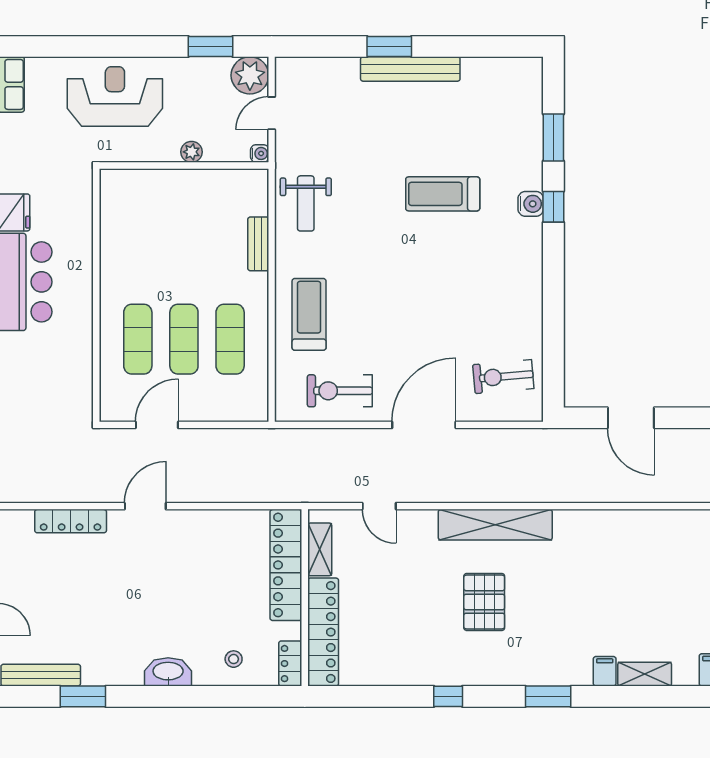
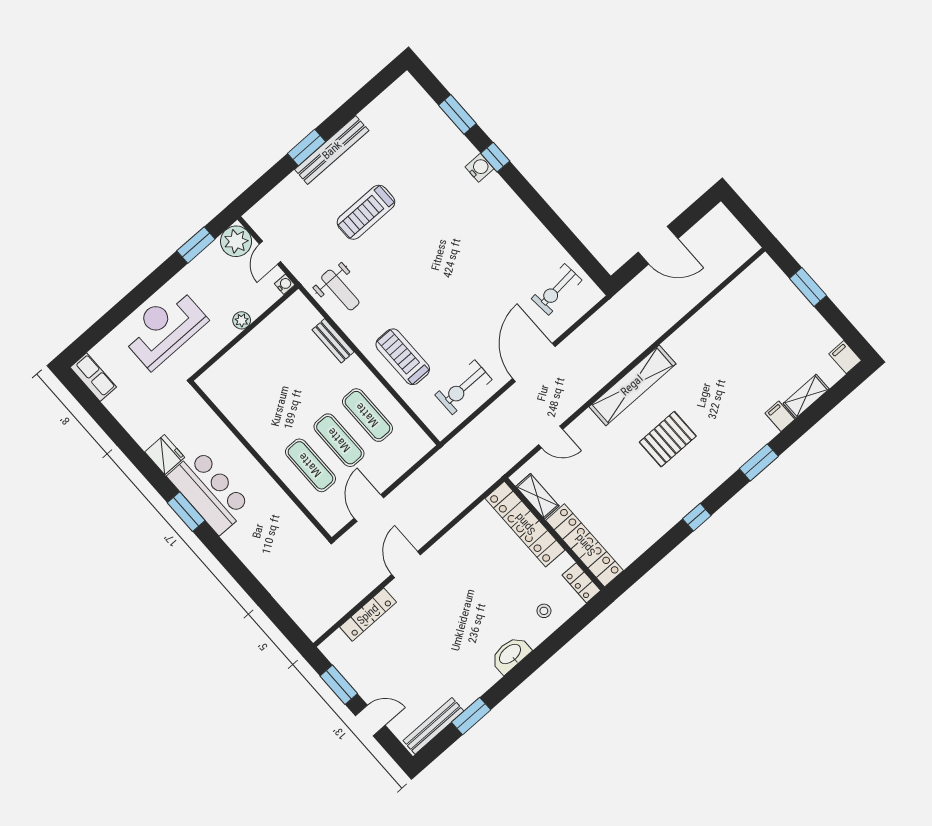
treadmill: (443, 194) -> (366, 212), moved
pallet: (484, 602) -> (668, 439), turned 90

